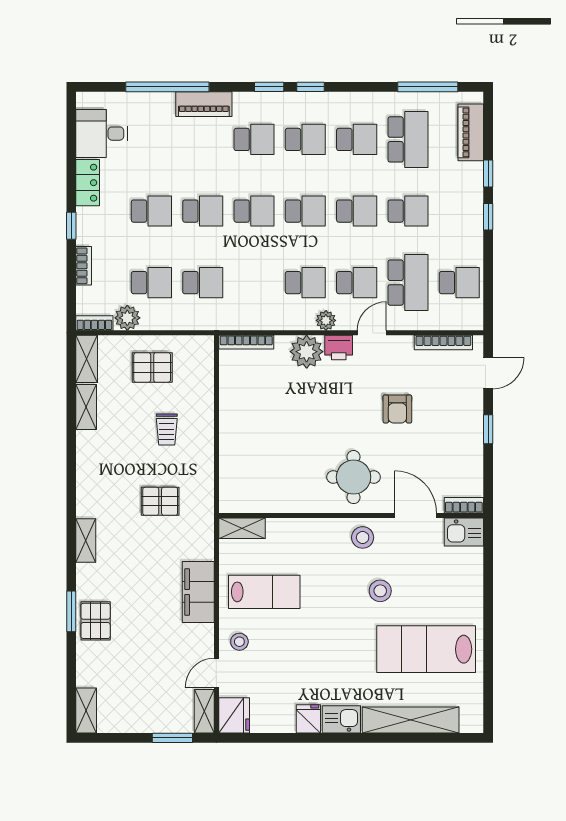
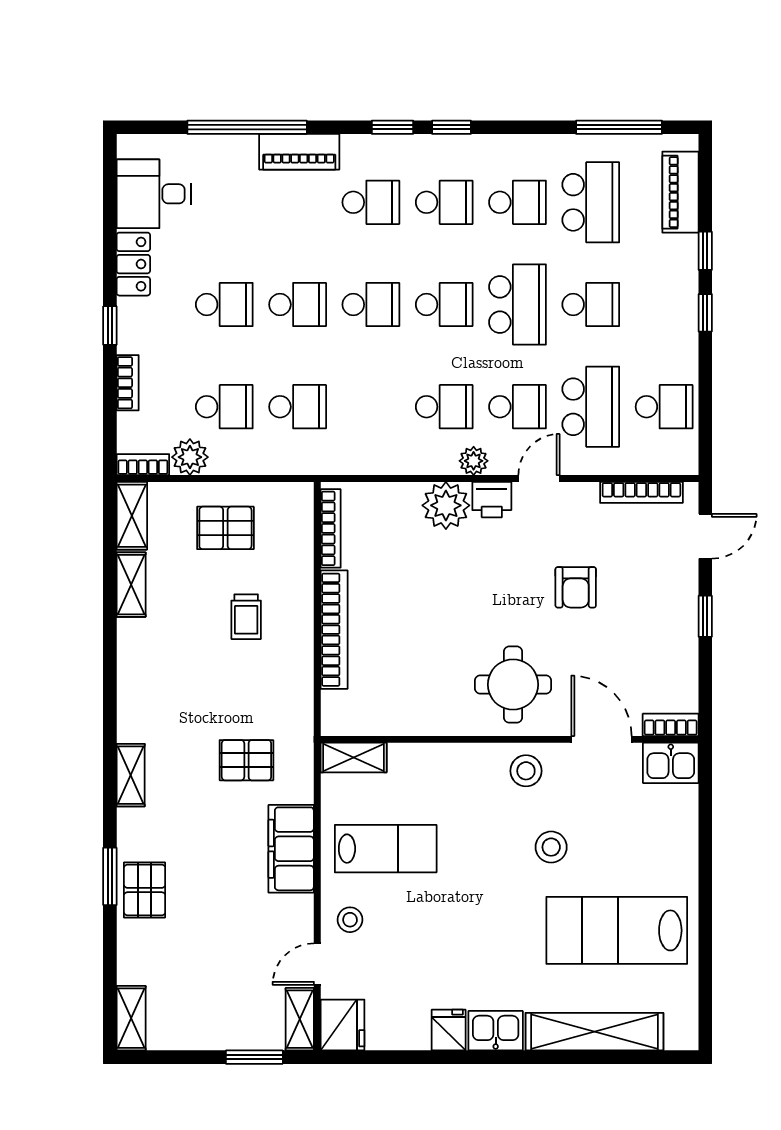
school desk: (357, 211) -> (517, 305), width x1.85
bookcase: (246, 342) -> (331, 528), moved, turned -90
bookcase: (228, 439) -> (334, 630), added
pallet: (160, 501) -> (246, 760), moved

